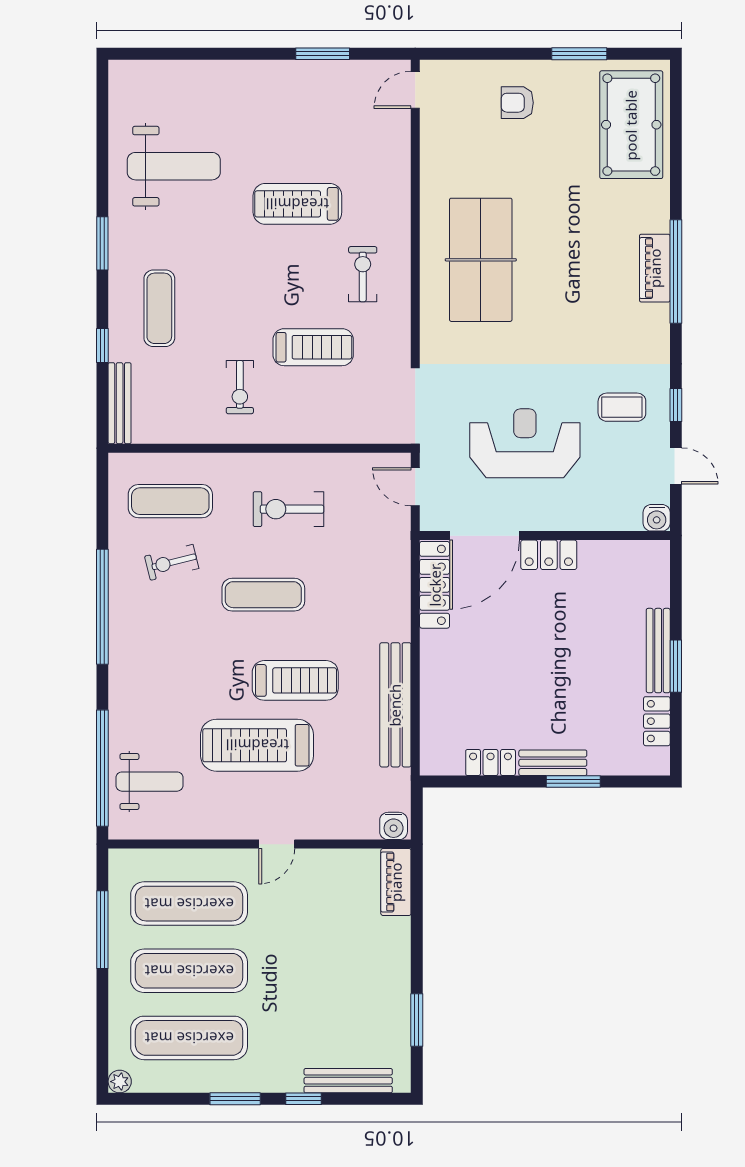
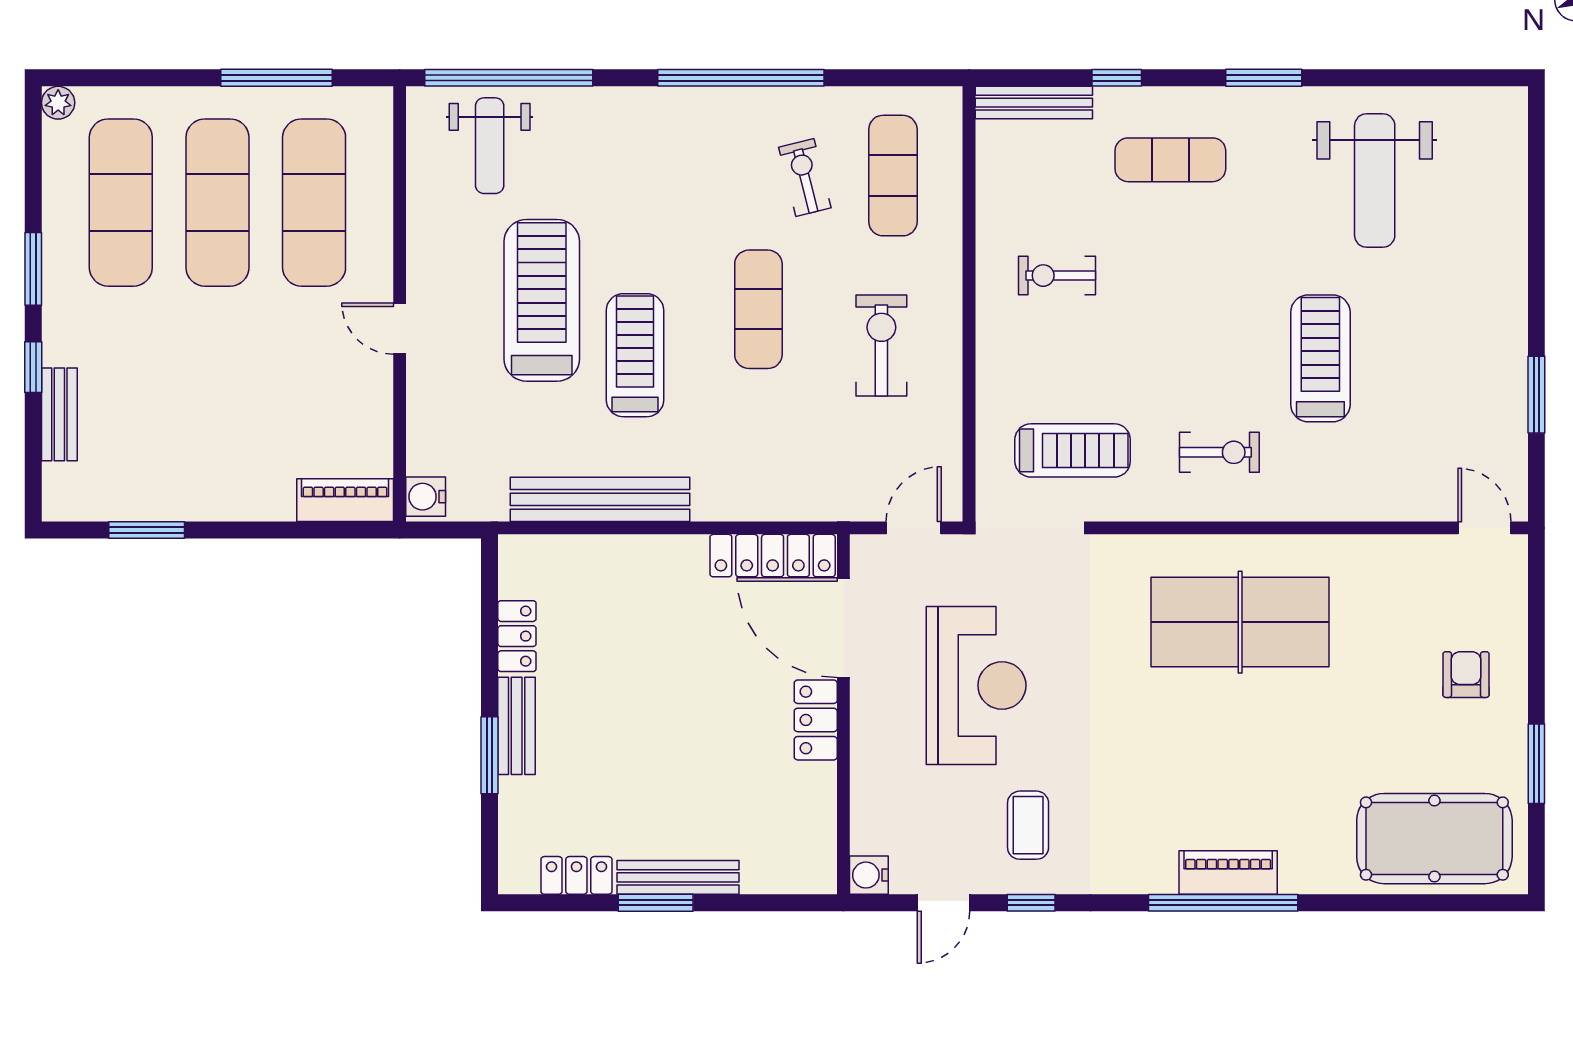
treadmill: (313, 347) -> (1073, 450), moved, turned -90
treadmill: (295, 680) -> (635, 355), turned 180
bench: (348, 1081) -> (59, 414), width x0.73

